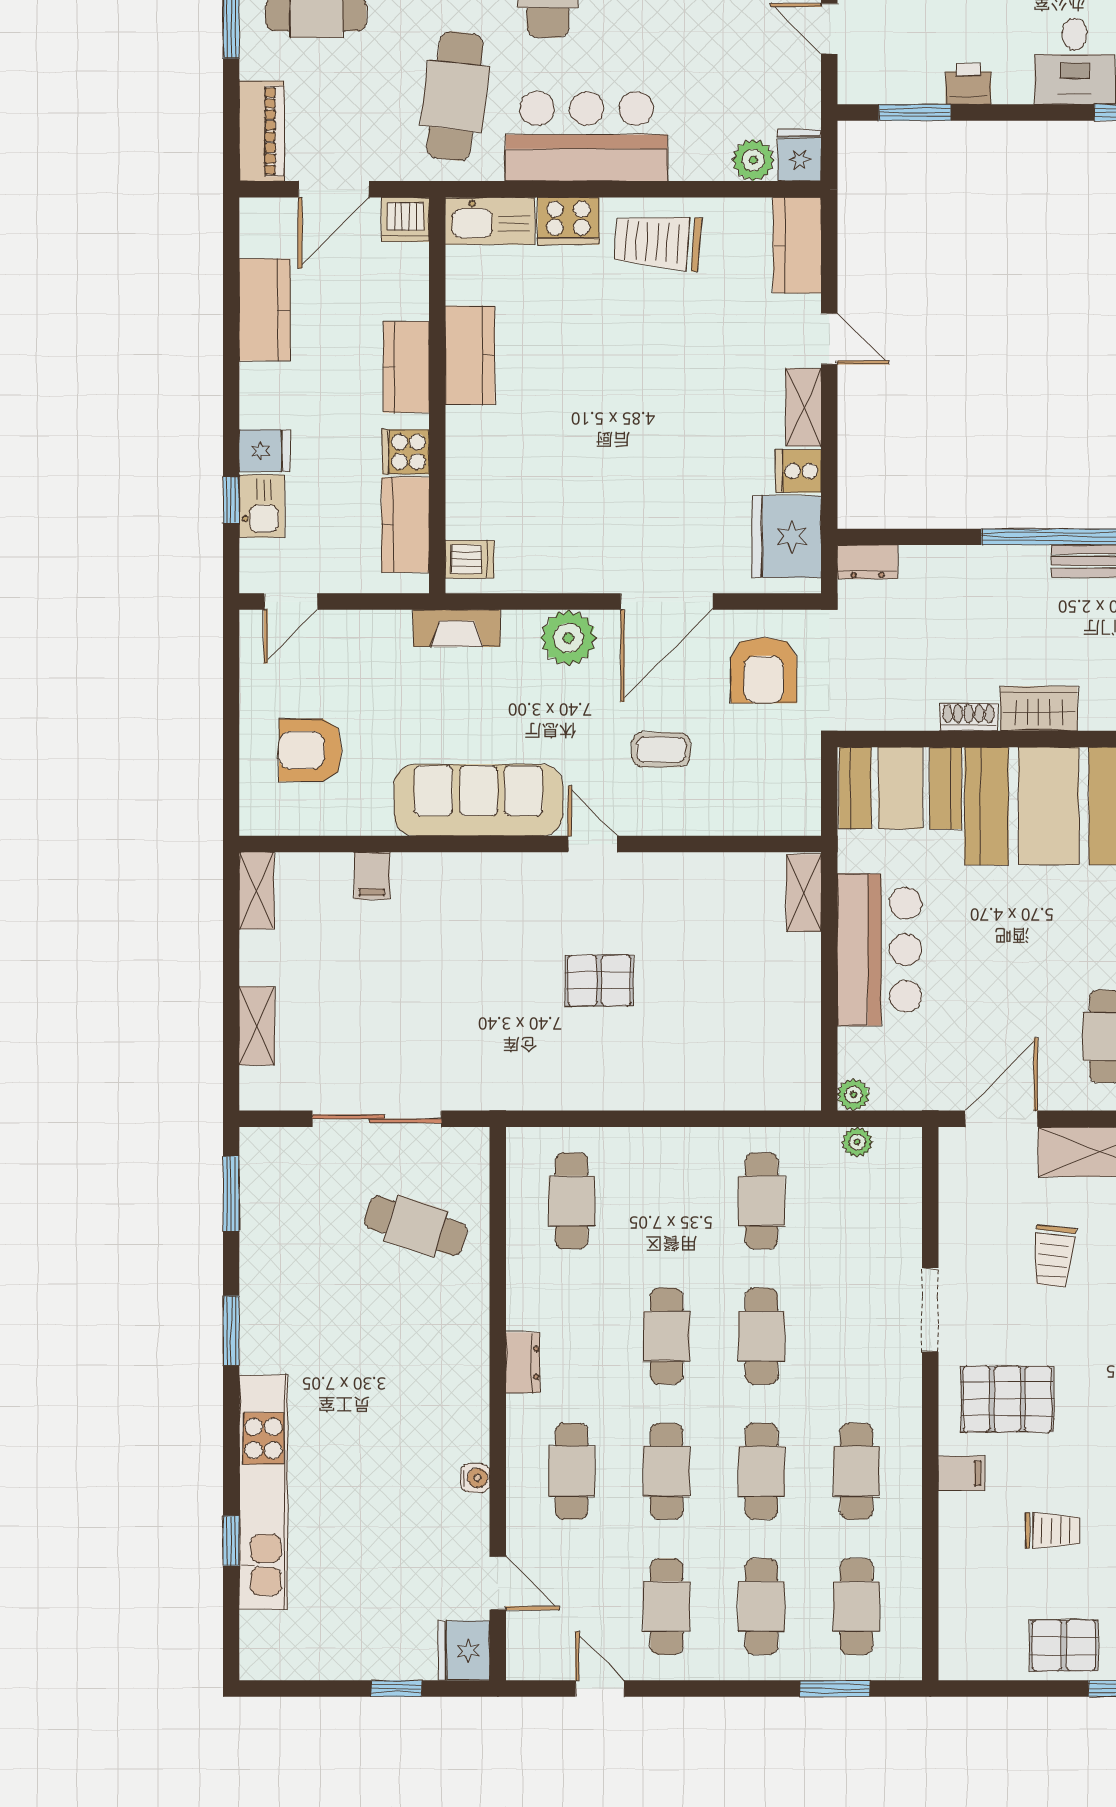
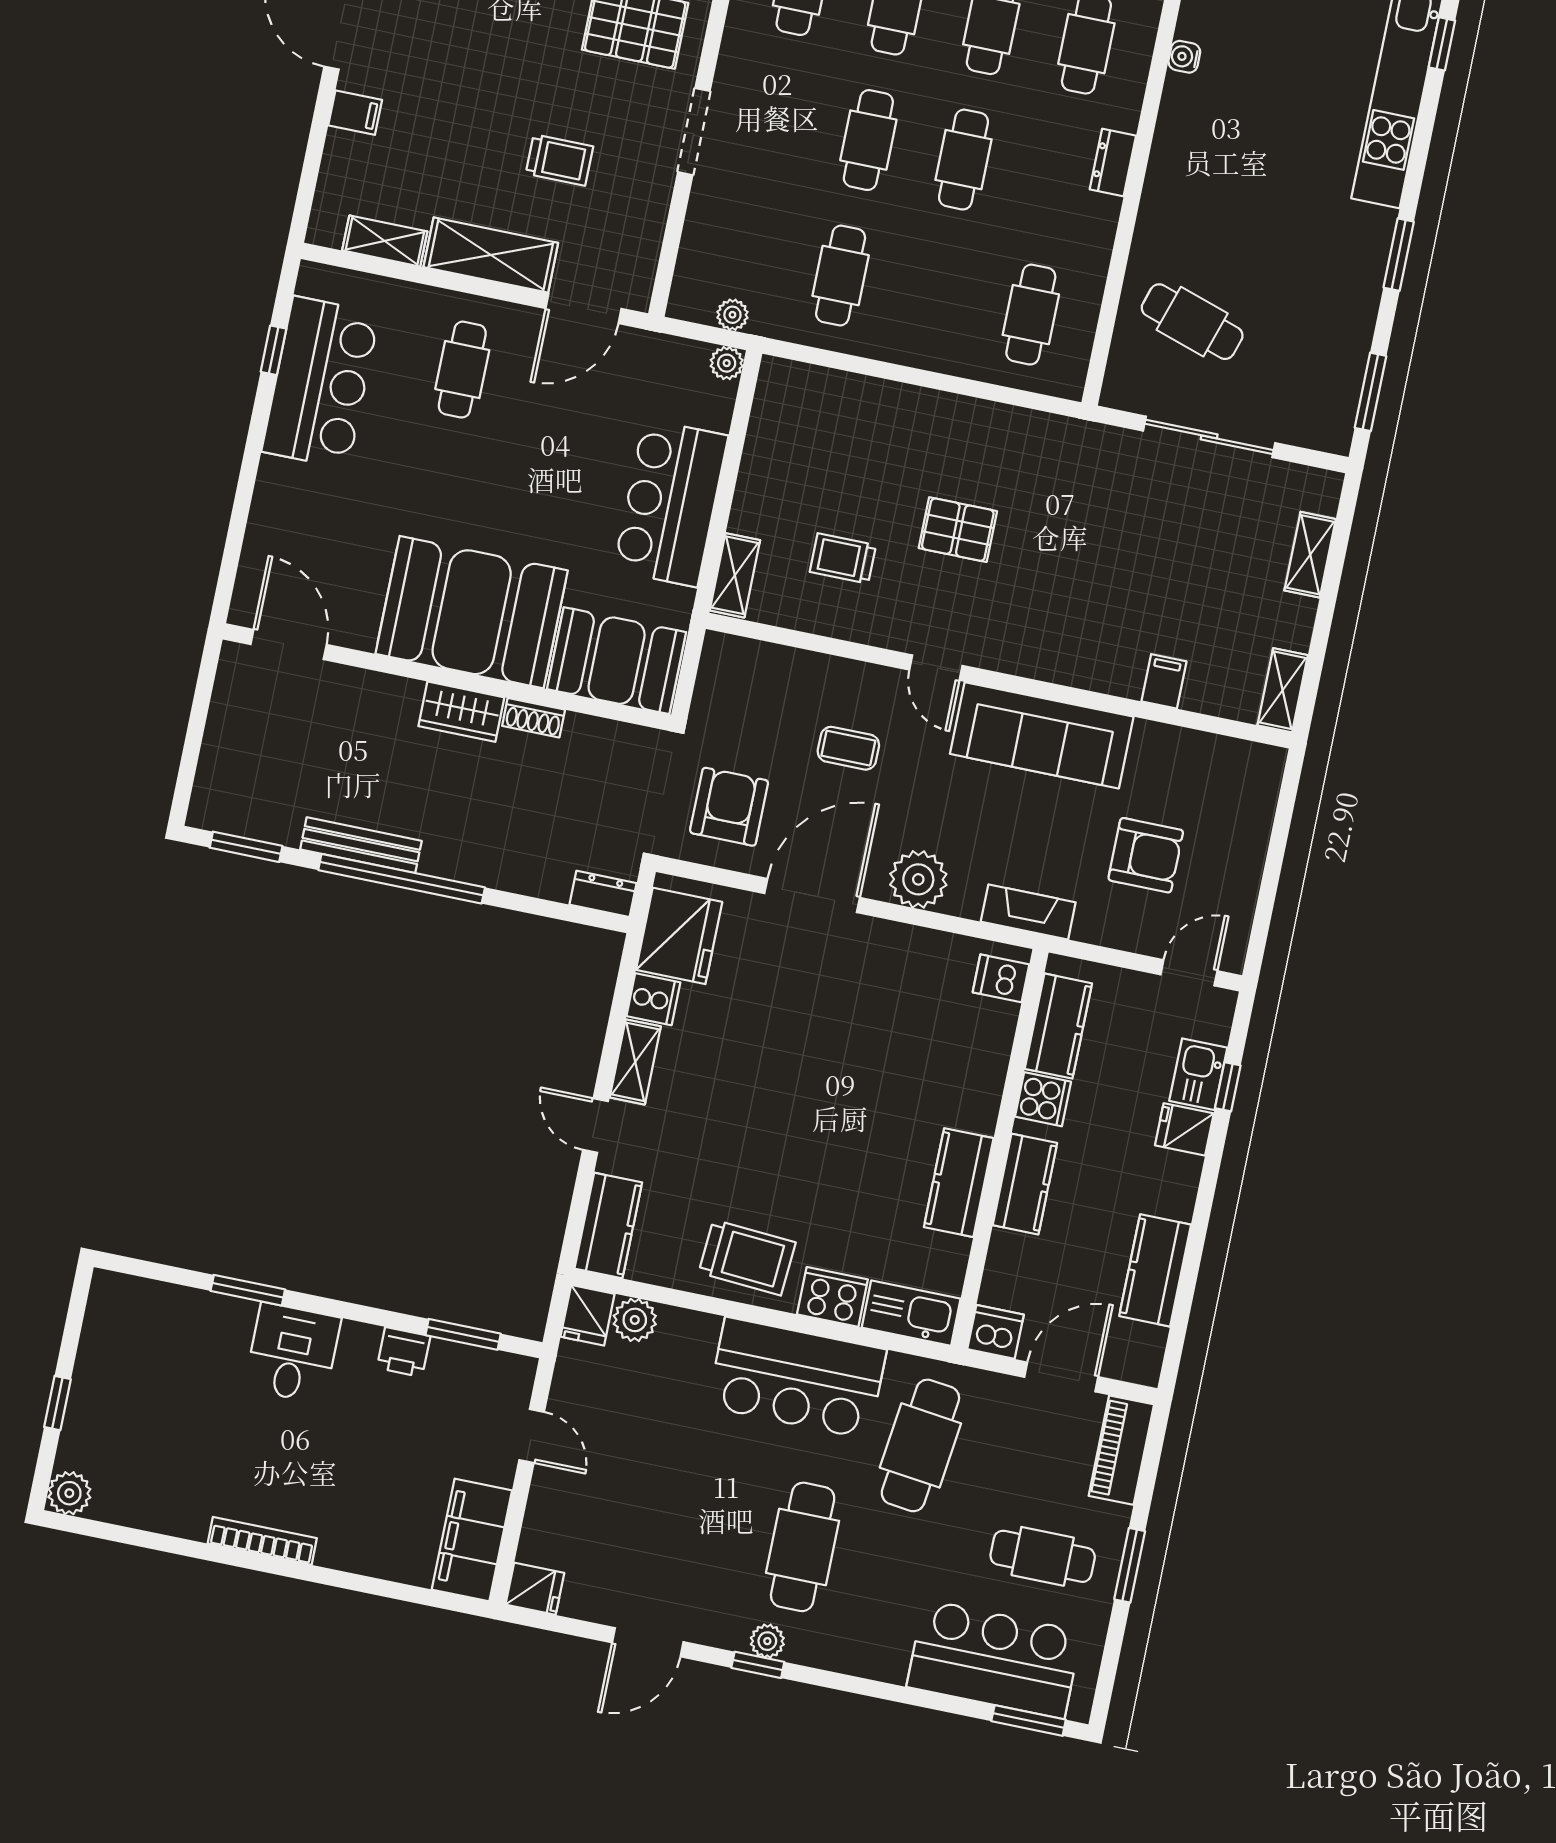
armchair: (310, 750) -> (1146, 855), moved
trolley: (704, 930) -> (843, 558), added
trolley: (1053, 1256) -> (559, 160), turned 84

